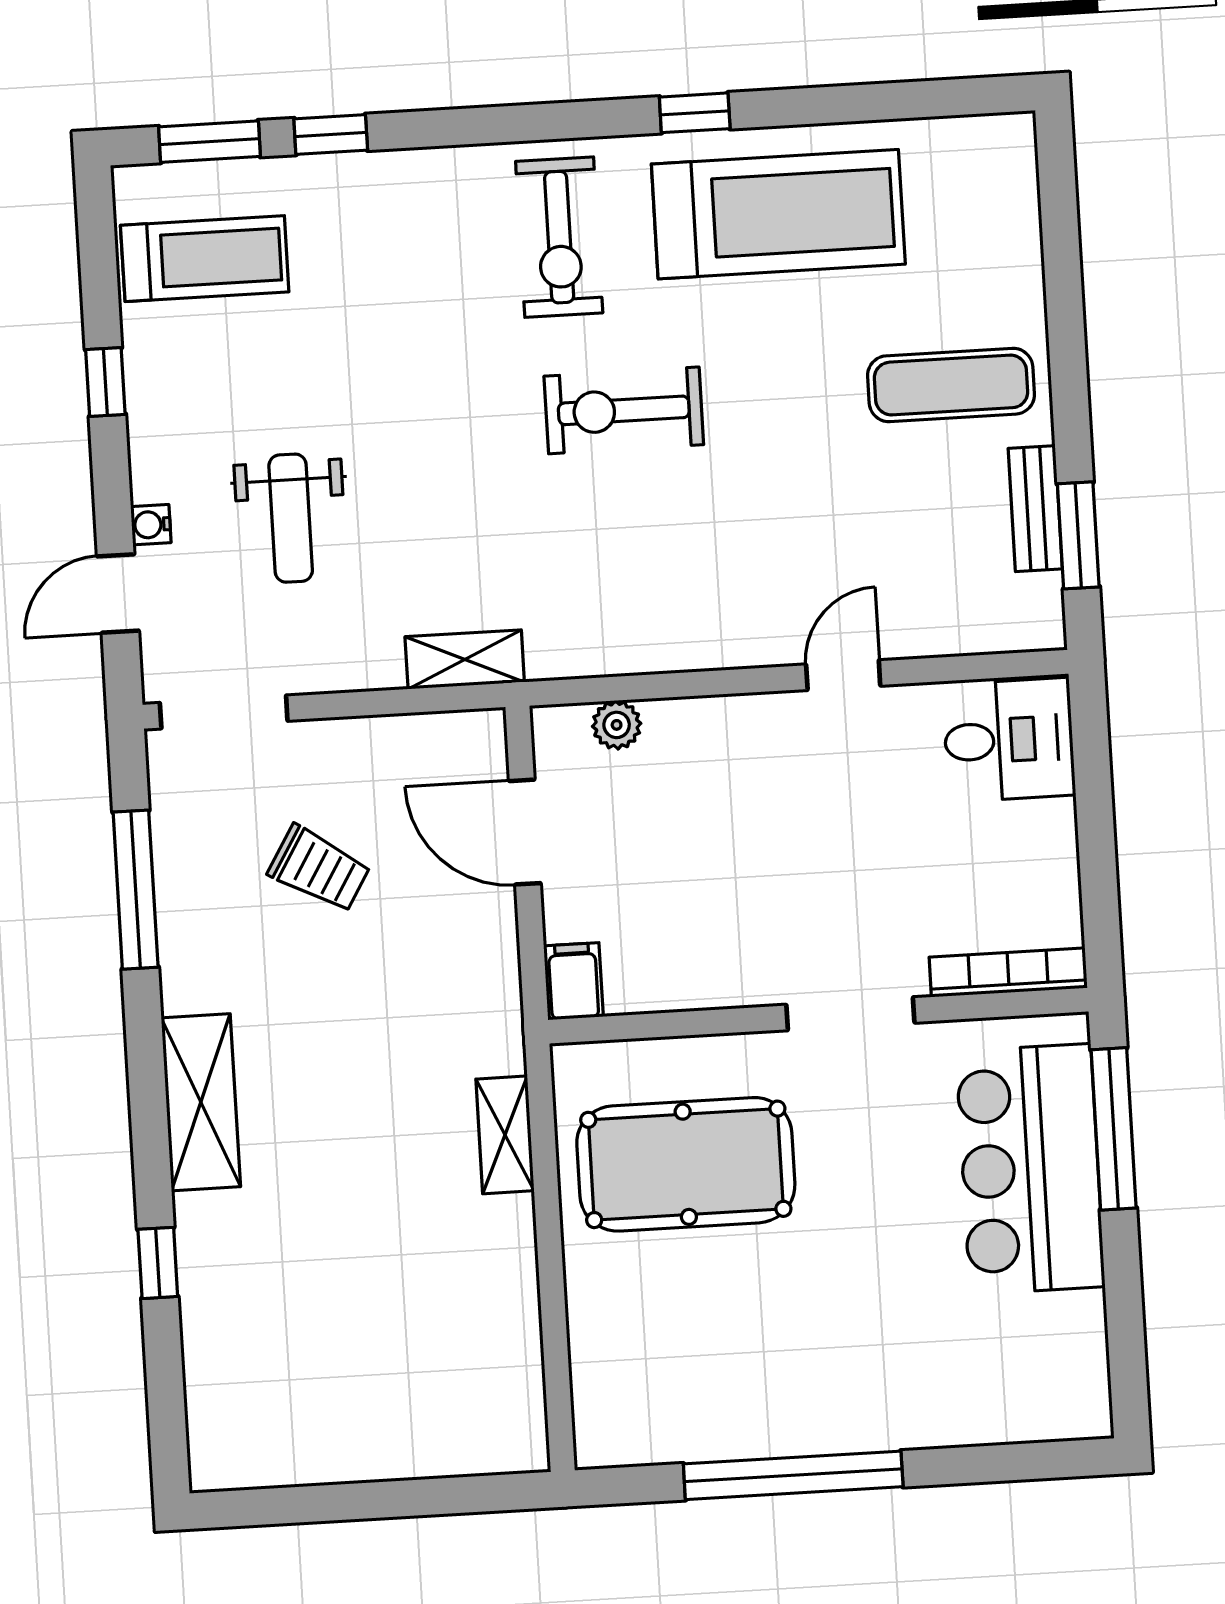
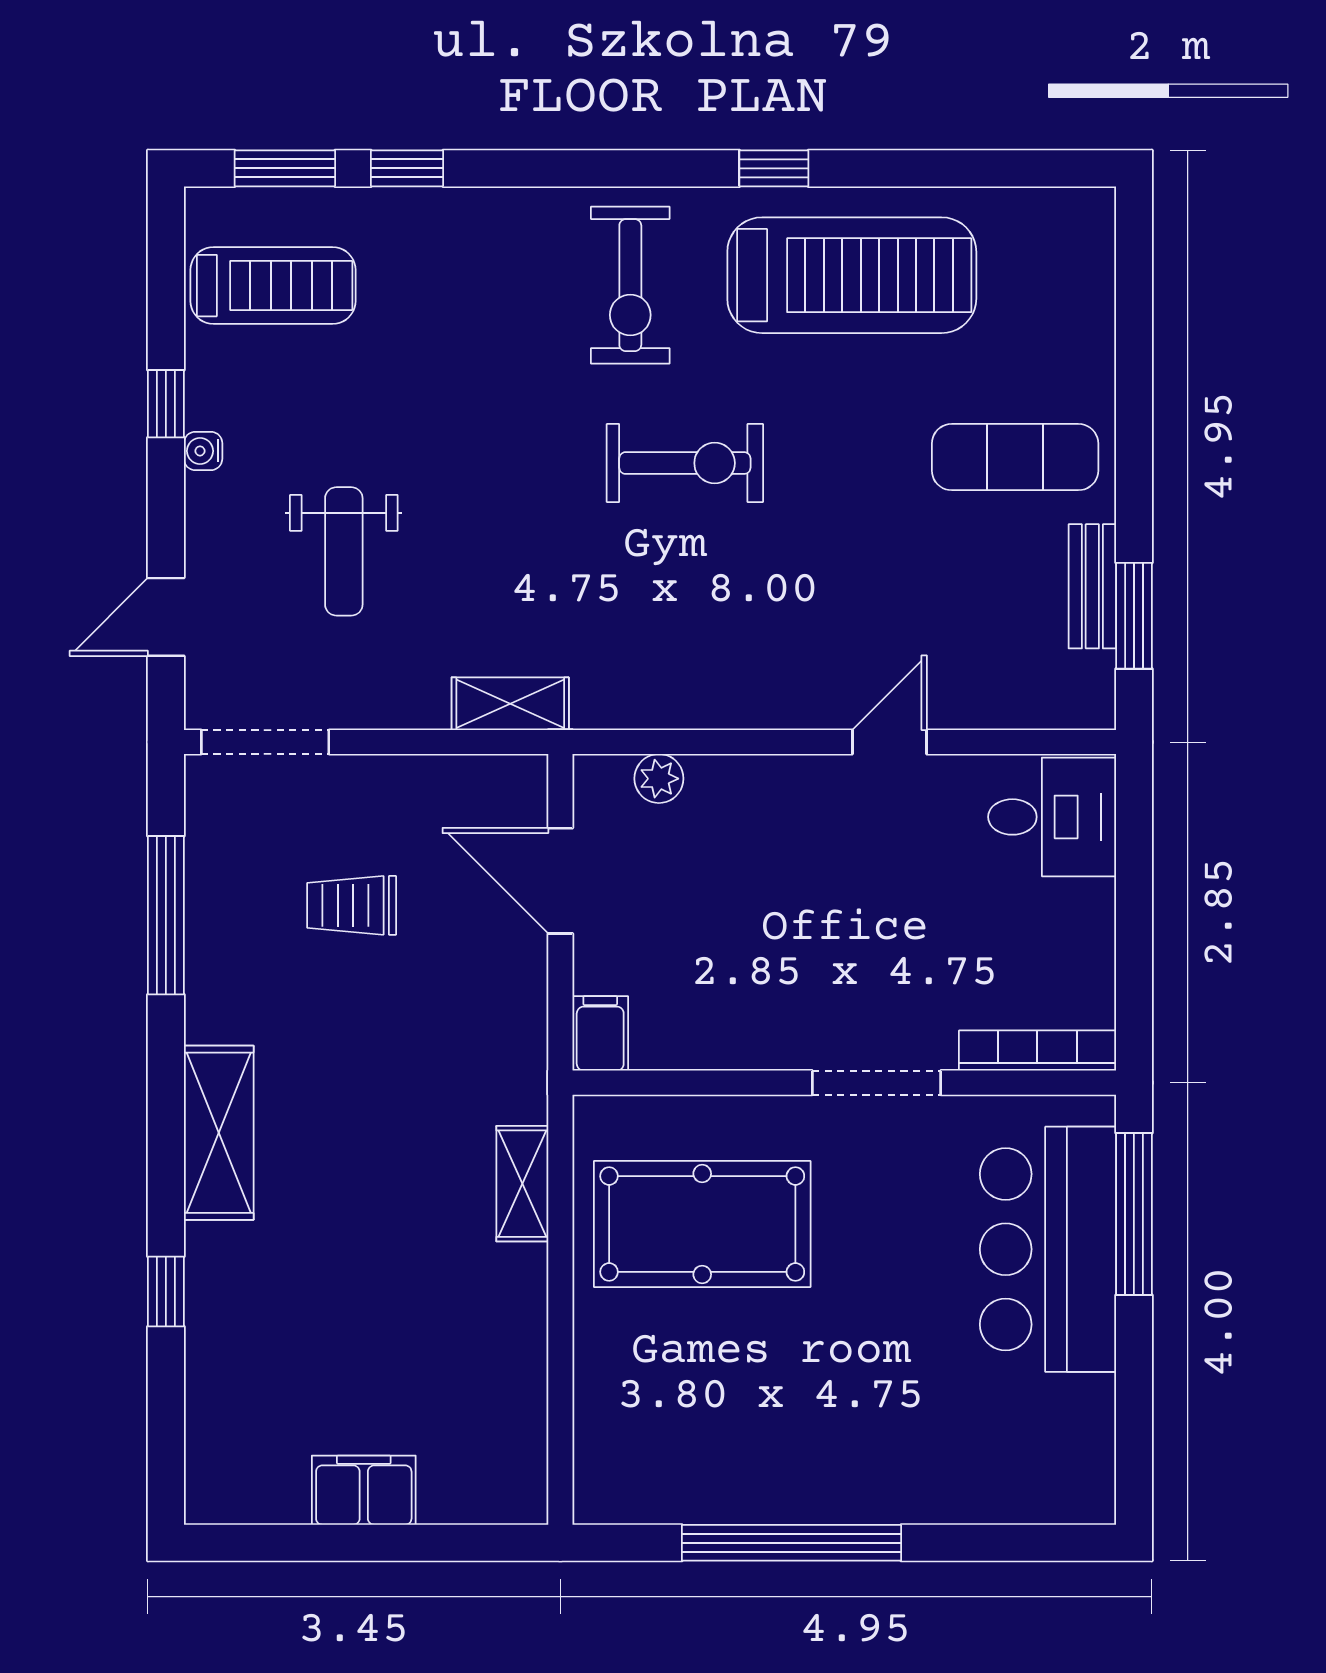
exercise bike: (624, 410) -> (685, 463), turned 180
water cooler: (151, 525) -> (203, 451), moved
trolley: (319, 869) -> (352, 905), turned 149
filing cabinet: (366, 1448) -> (364, 1490), added

